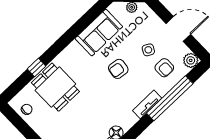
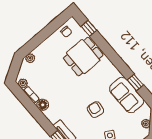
window: (83, 23) -> (135, 82), added
window: (36, 68) -> (89, 28), moved

